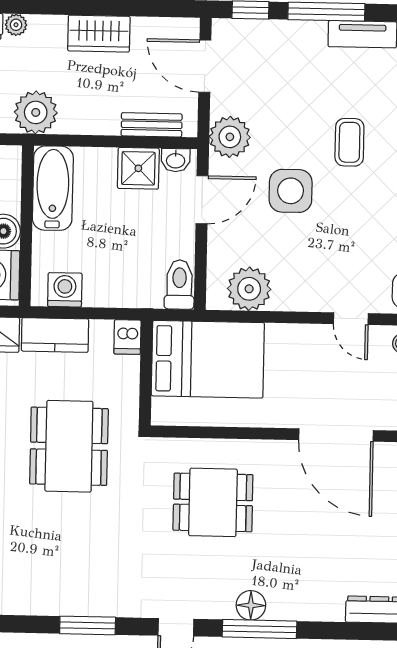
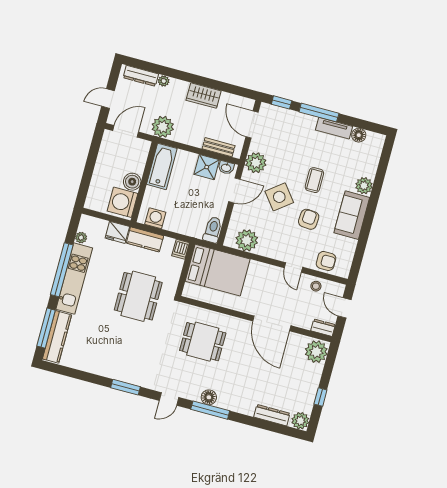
side table: (291, 191) -> (279, 197), turned -38
armchair: (357, 220) -> (309, 219), added

